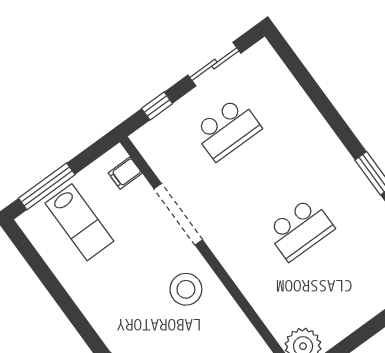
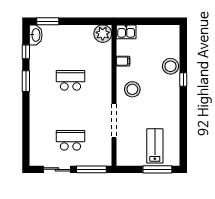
window: (157, 106) -> (91, 169), width x2.17
filing cabinet: (125, 173) -> (123, 61), moved

